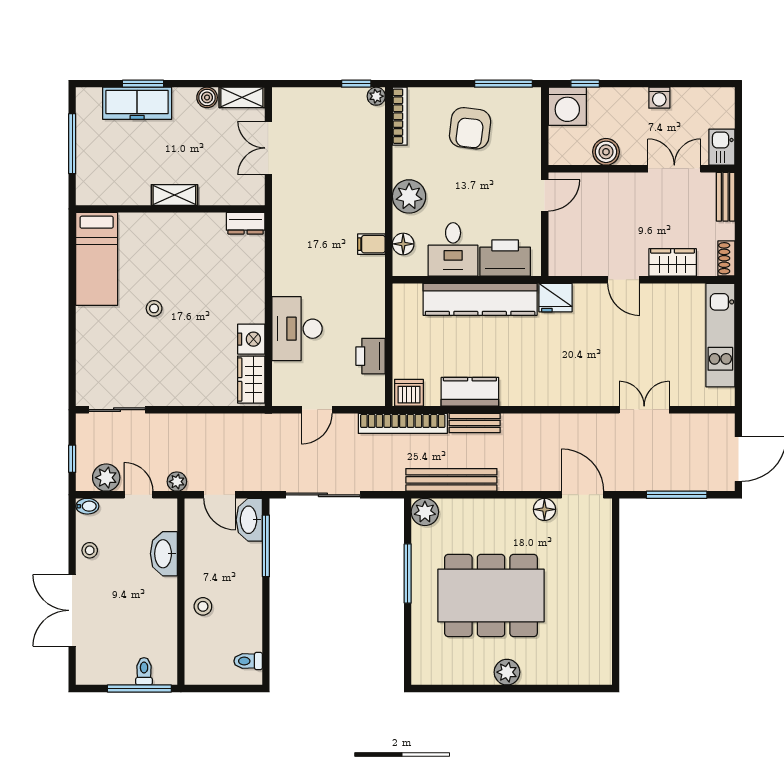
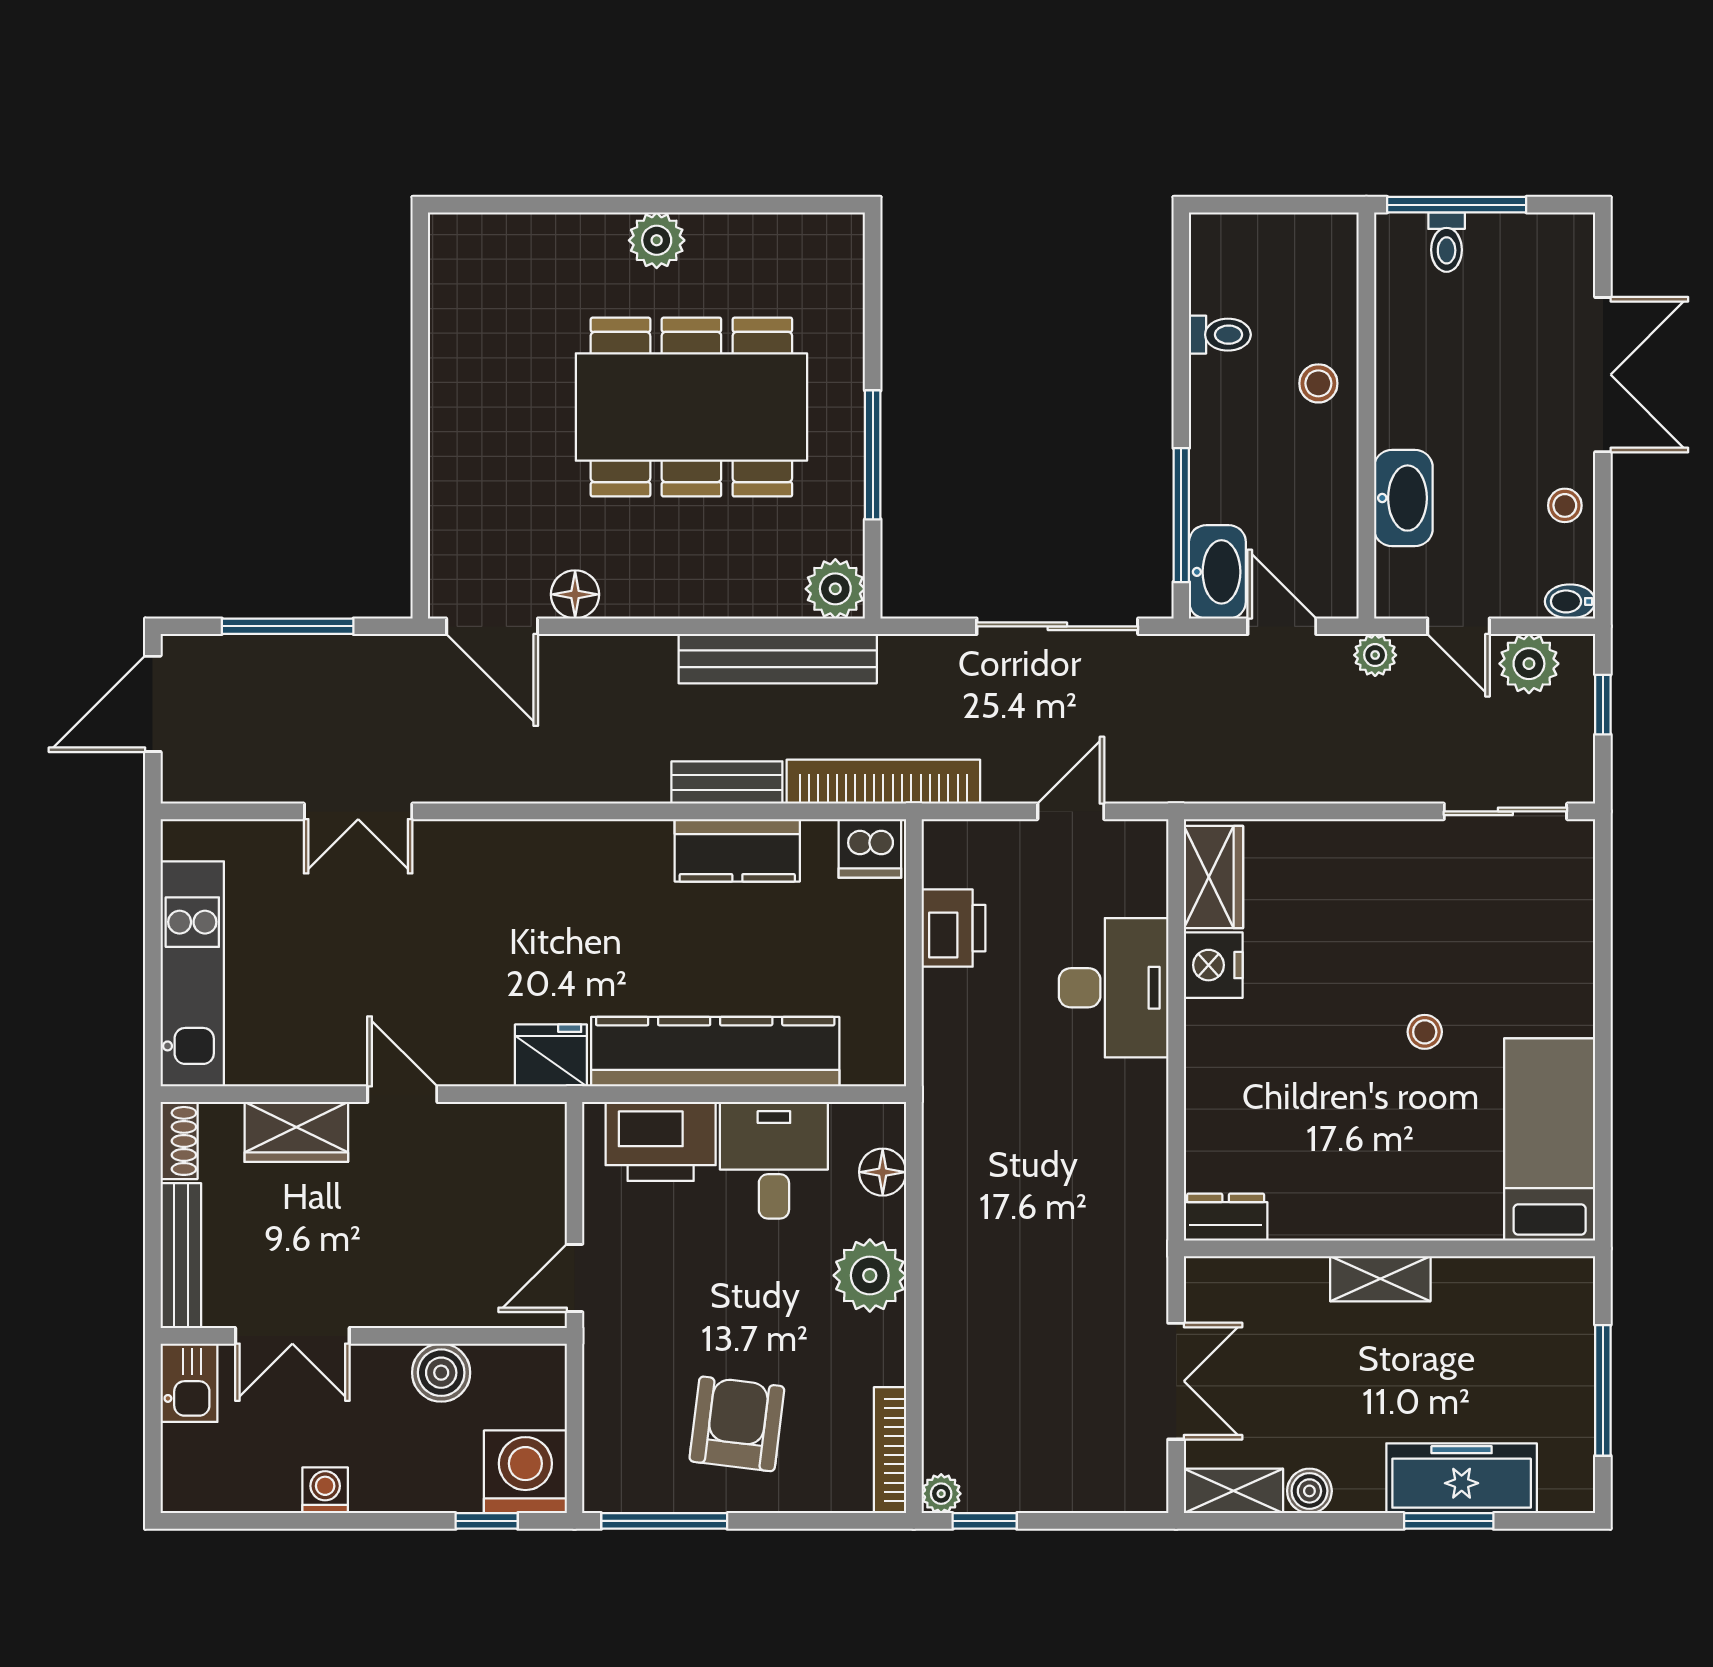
bench: (726, 197) -> (181, 1256), width x1.36
filing cabinet: (371, 244) -> (952, 1172), removed
toilet: (248, 661) -> (1220, 335), moved

